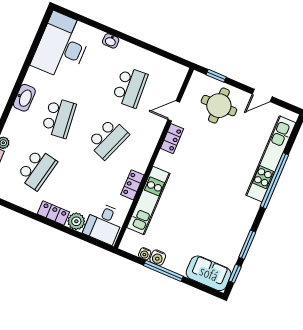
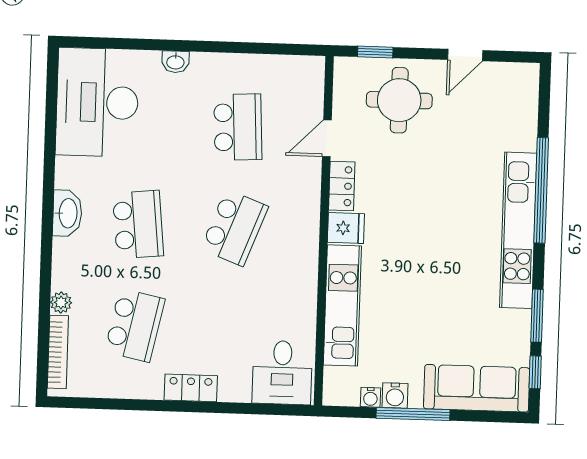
kitchen unit: (271, 159) -> (518, 230), moved
fridge: (166, 161) -> (346, 228), added
locker: (132, 185) -> (305, 289), removed
plant: (76, 221) -> (235, 387), removed
sofa: (209, 273) -> (477, 388), width x1.36

